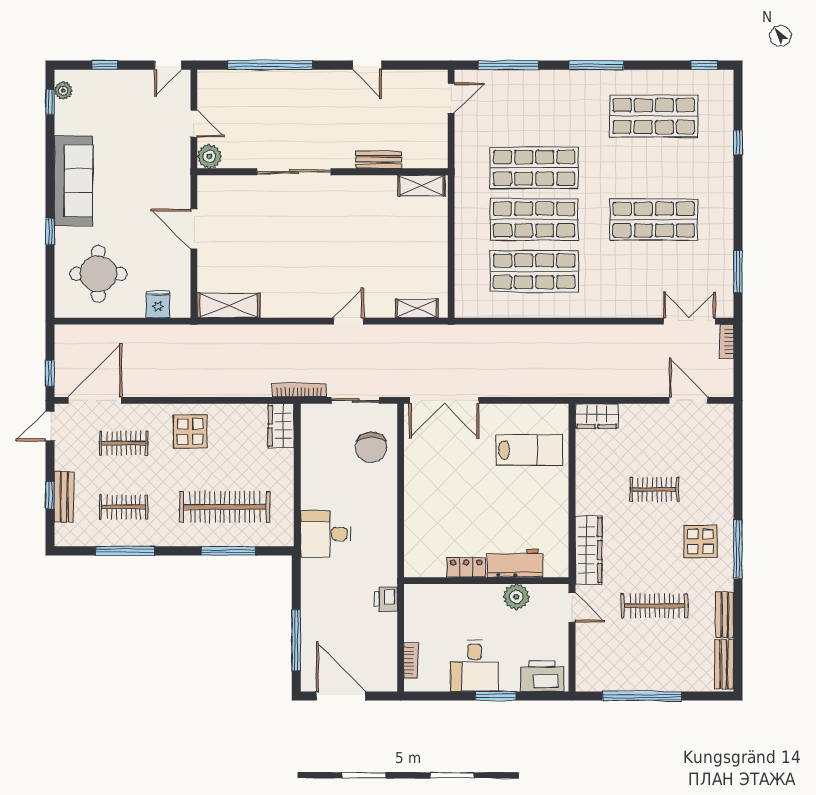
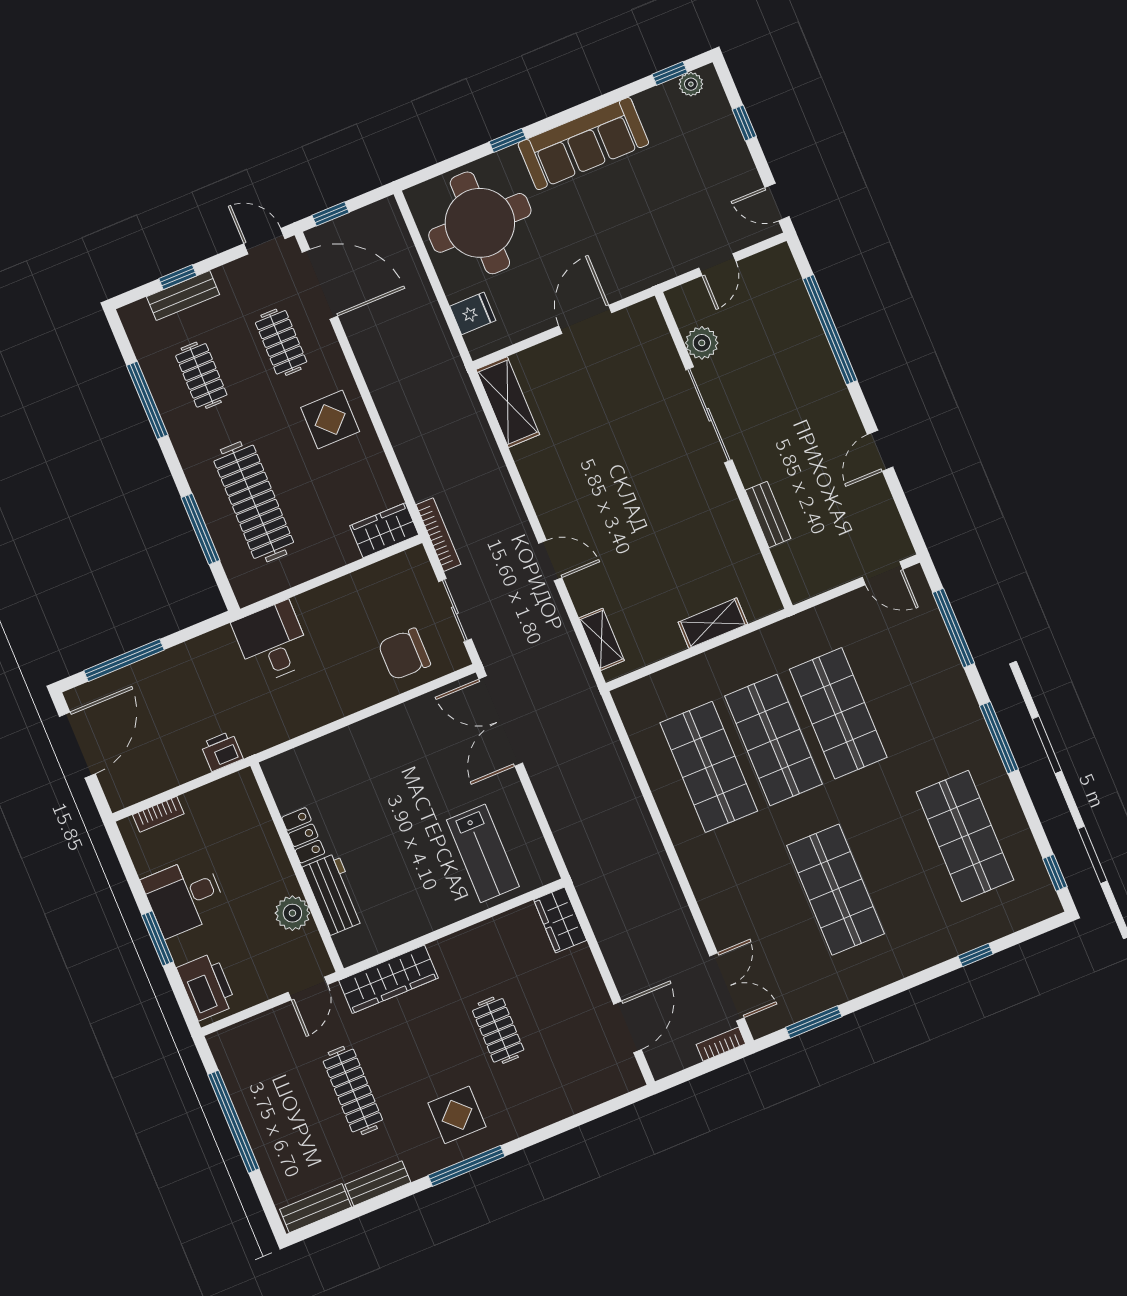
plant: (209, 156) -> (702, 343), moved
shelving: (421, 186) -> (713, 623), moved, turned 90
round table: (98, 274) -> (480, 223), width x1.36, depth x1.36

